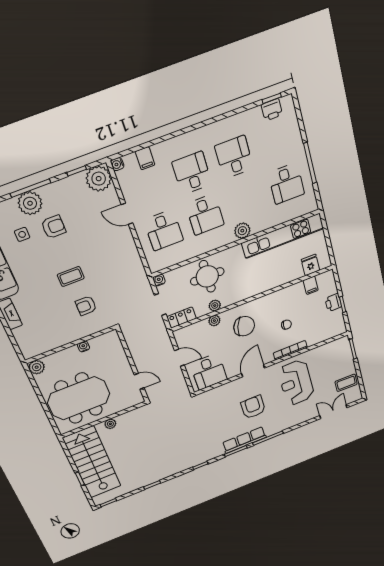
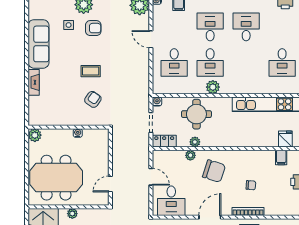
plant: (242, 231) -> (213, 87), moved
armchair: (86, 306) -> (93, 99), turned 125
door: (139, 381) -> (110, 184), swing flipped

